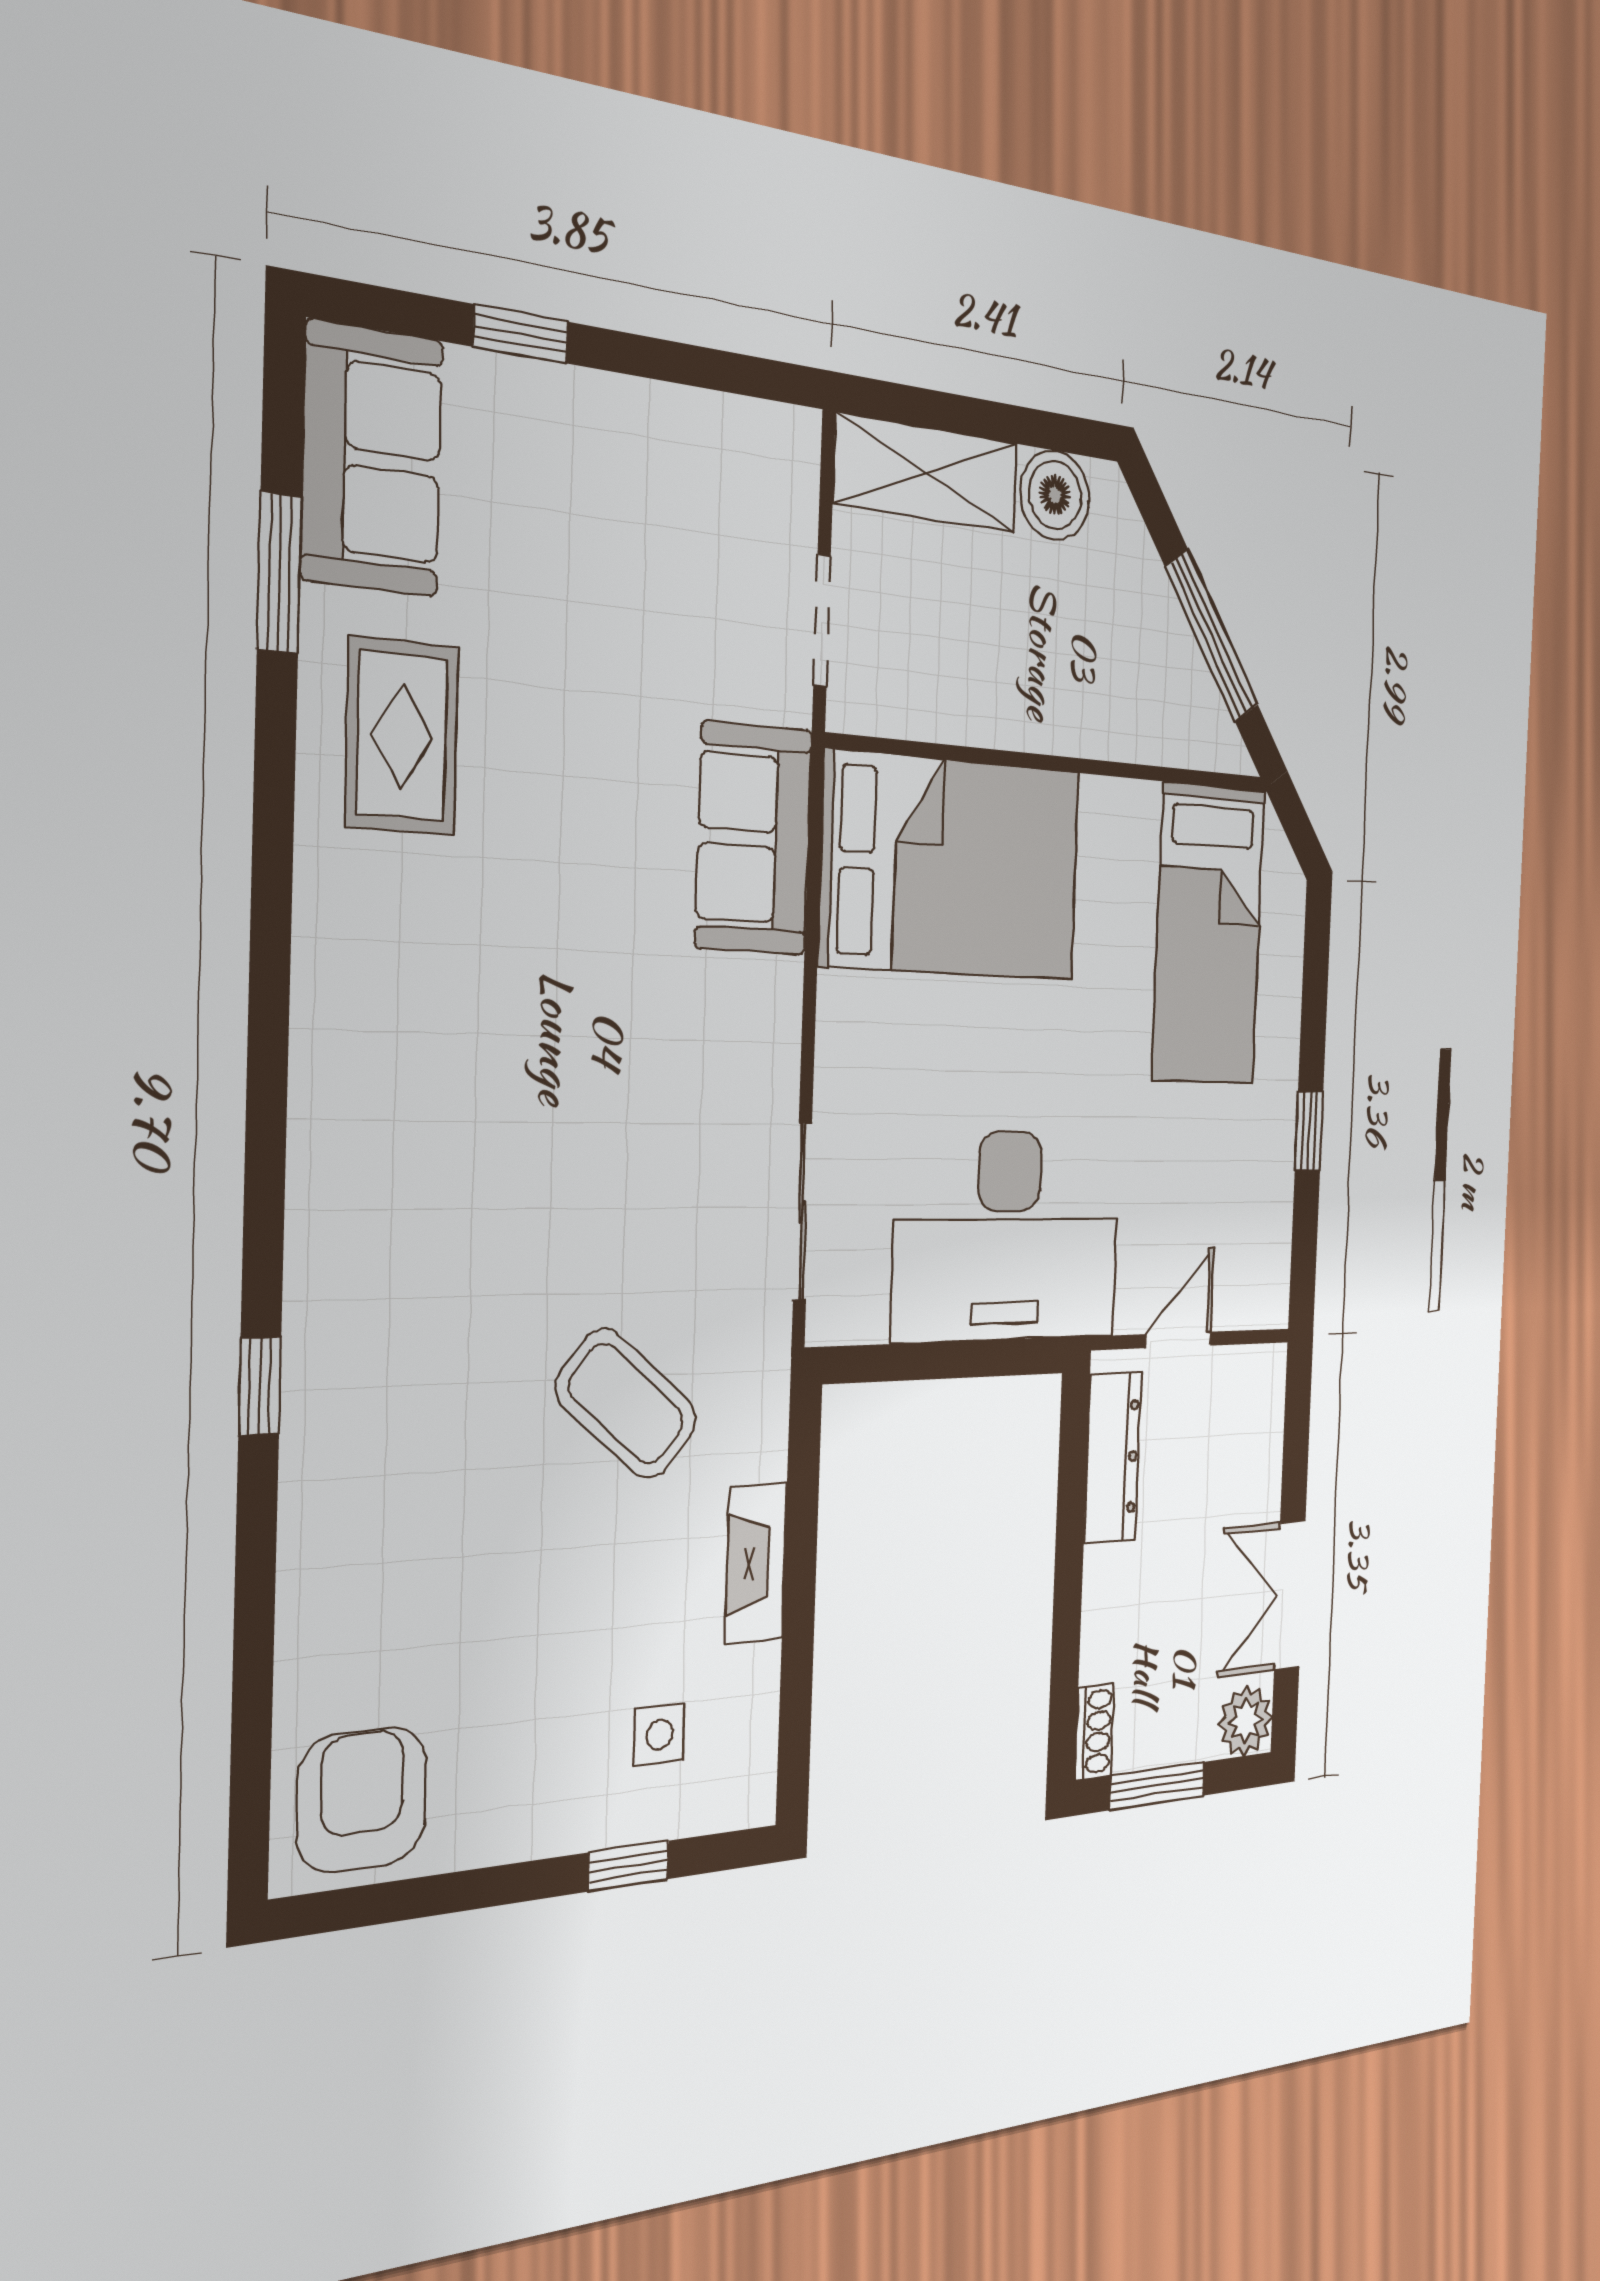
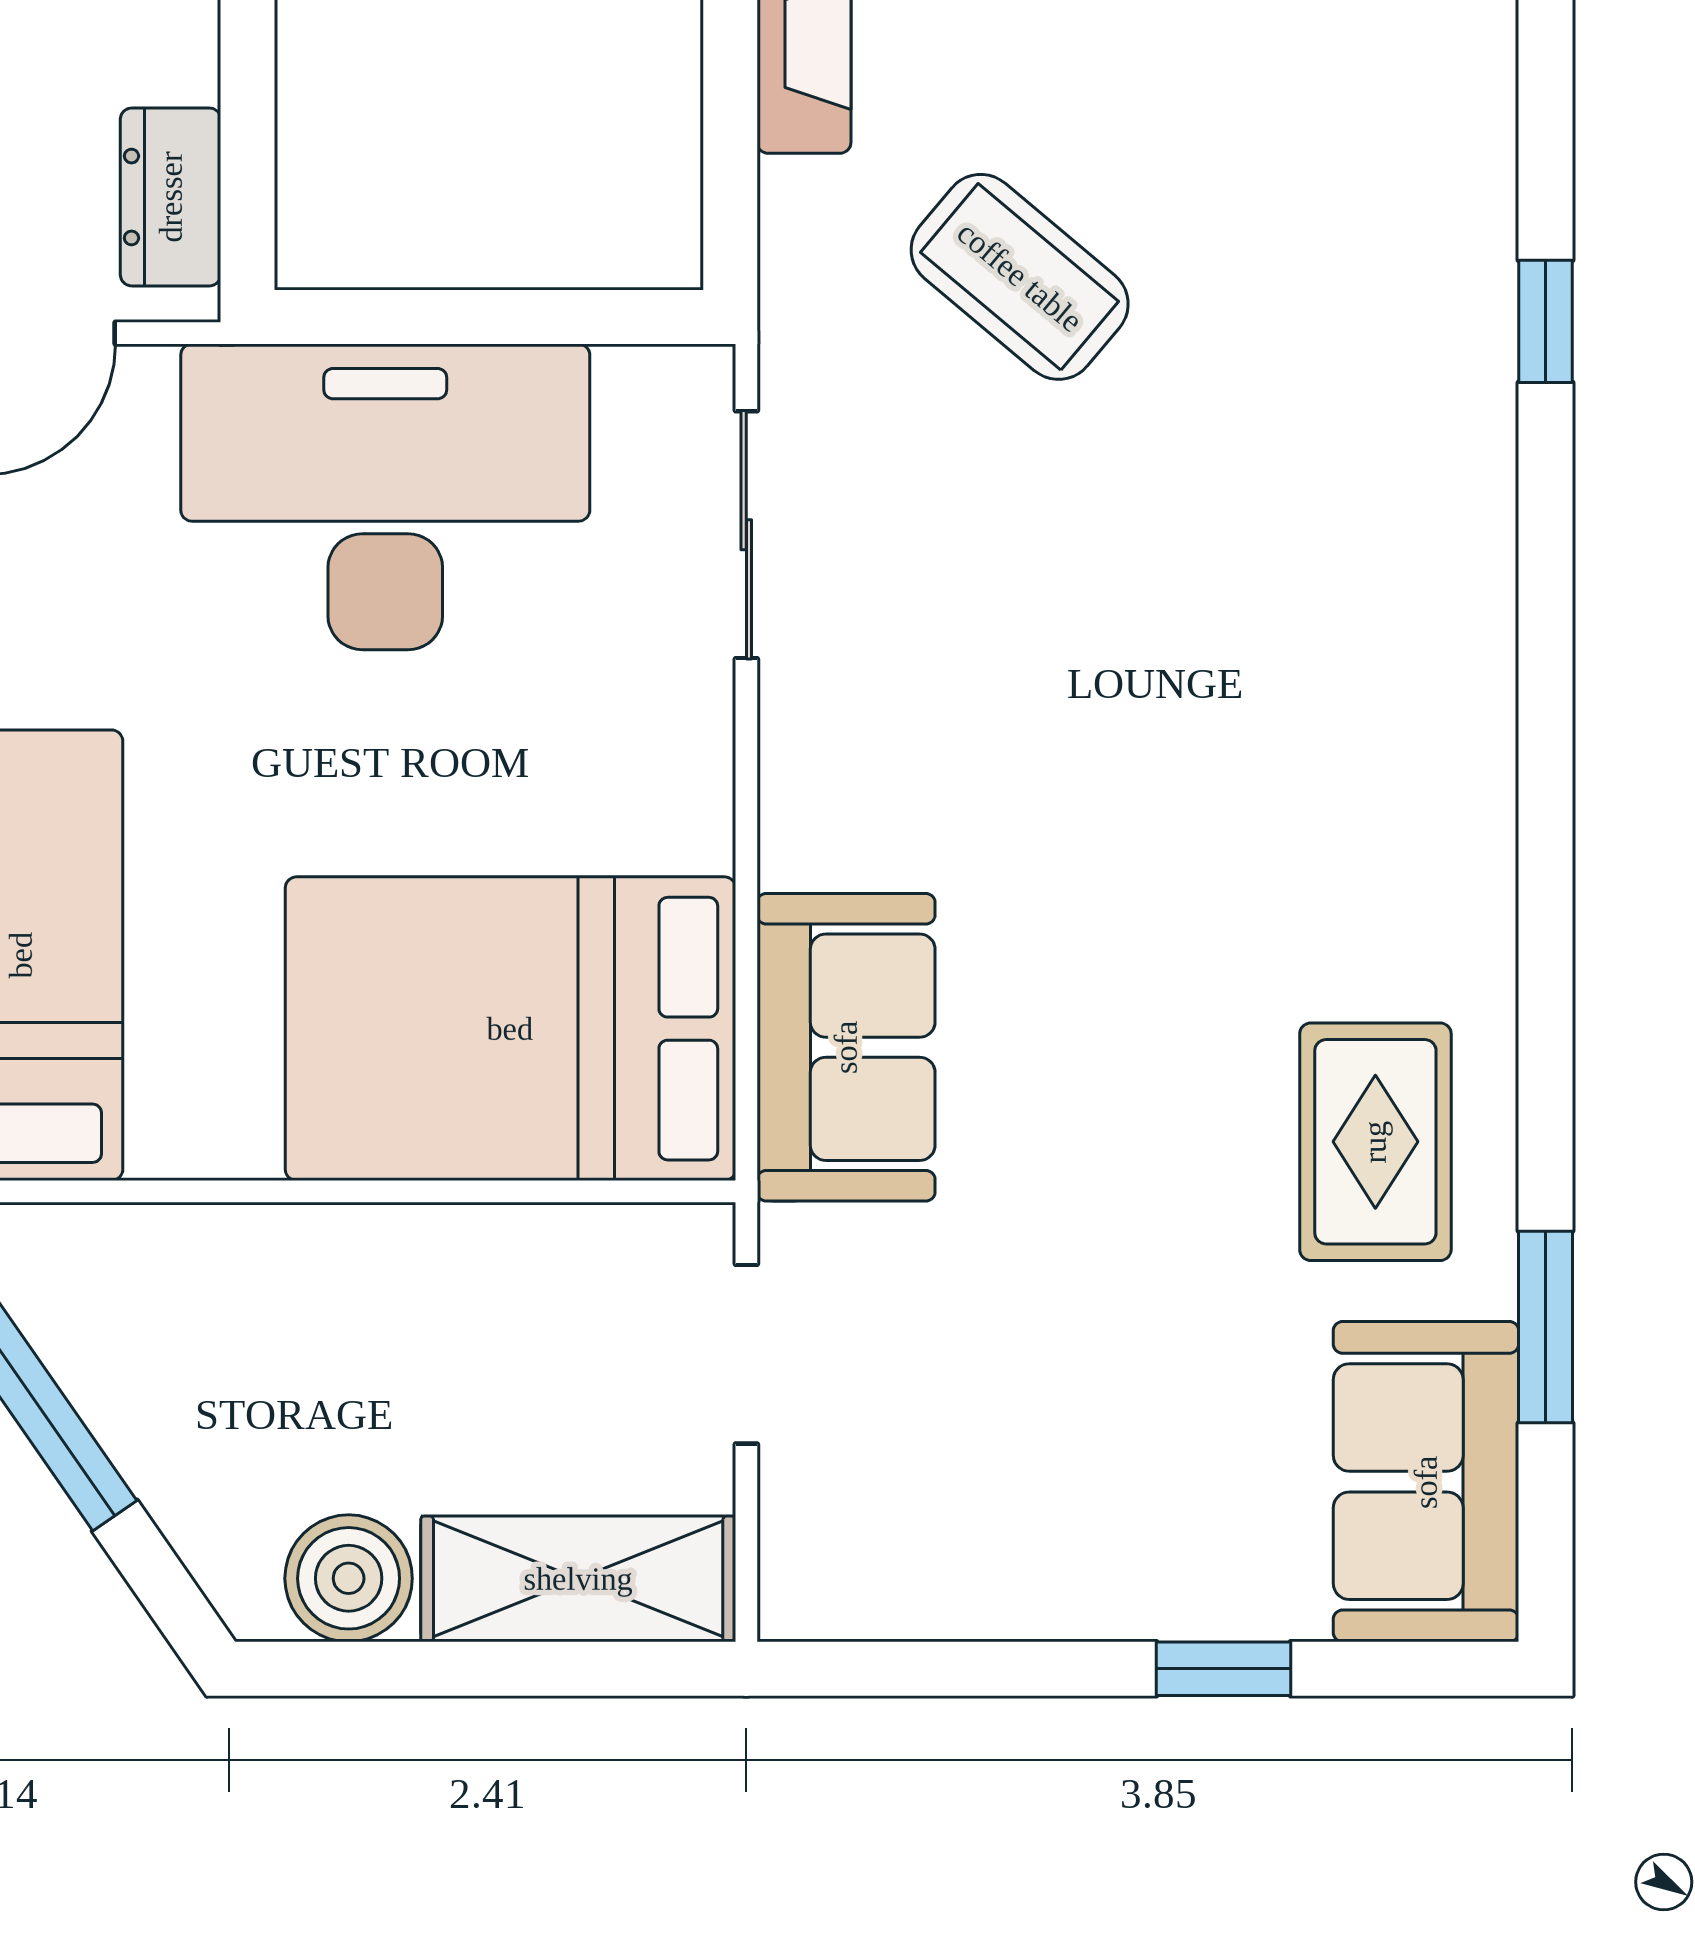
dresser: (1113, 1457) -> (171, 197), width x0.70

